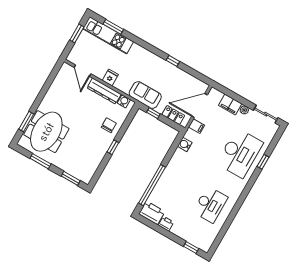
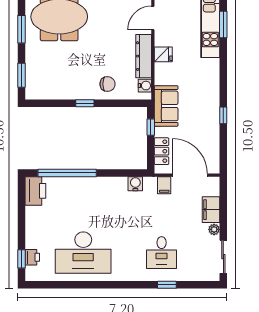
desk: (240, 153) -> (162, 253), width x0.53, depth x0.77
desk: (210, 205) -> (83, 253), width x1.36, depth x1.30
printer: (166, 224) -> (32, 257), moved

